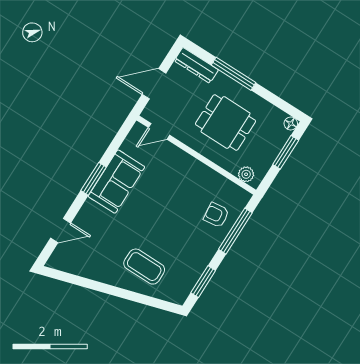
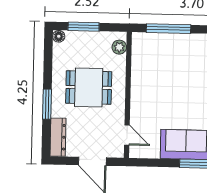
window: (234, 74) -> (47, 104), width x0.69
dining table: (226, 123) -> (89, 87), turned 90
armchair: (216, 215) -> (165, 51), removed

